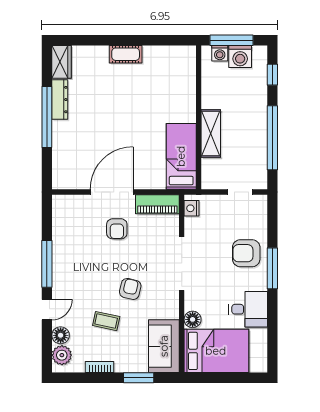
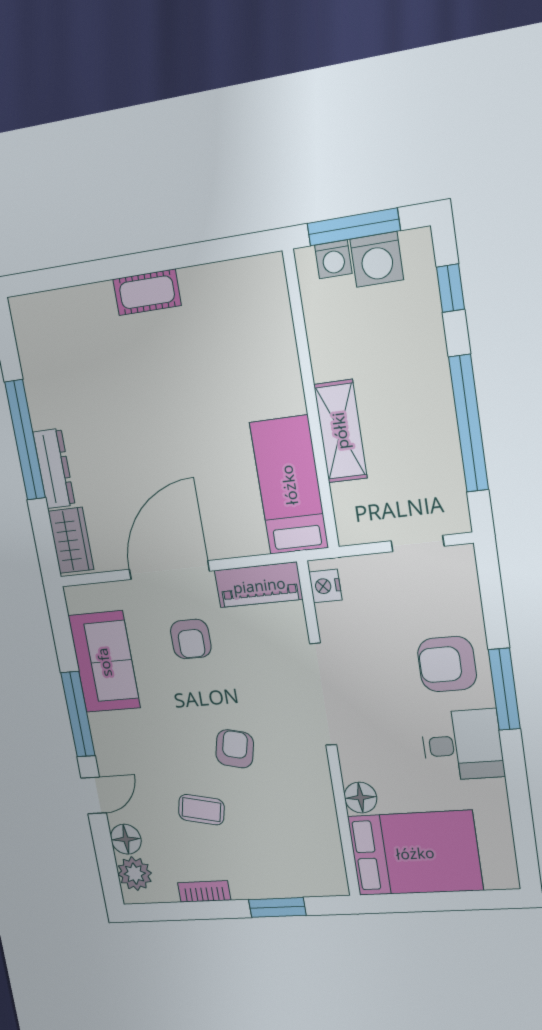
wardrobe: (61, 62) -> (71, 540), moved
dresser: (60, 100) -> (54, 469), moved
desk: (248, 309) -> (462, 745), moved
sofa: (164, 346) -> (104, 662), moved, turned 180

